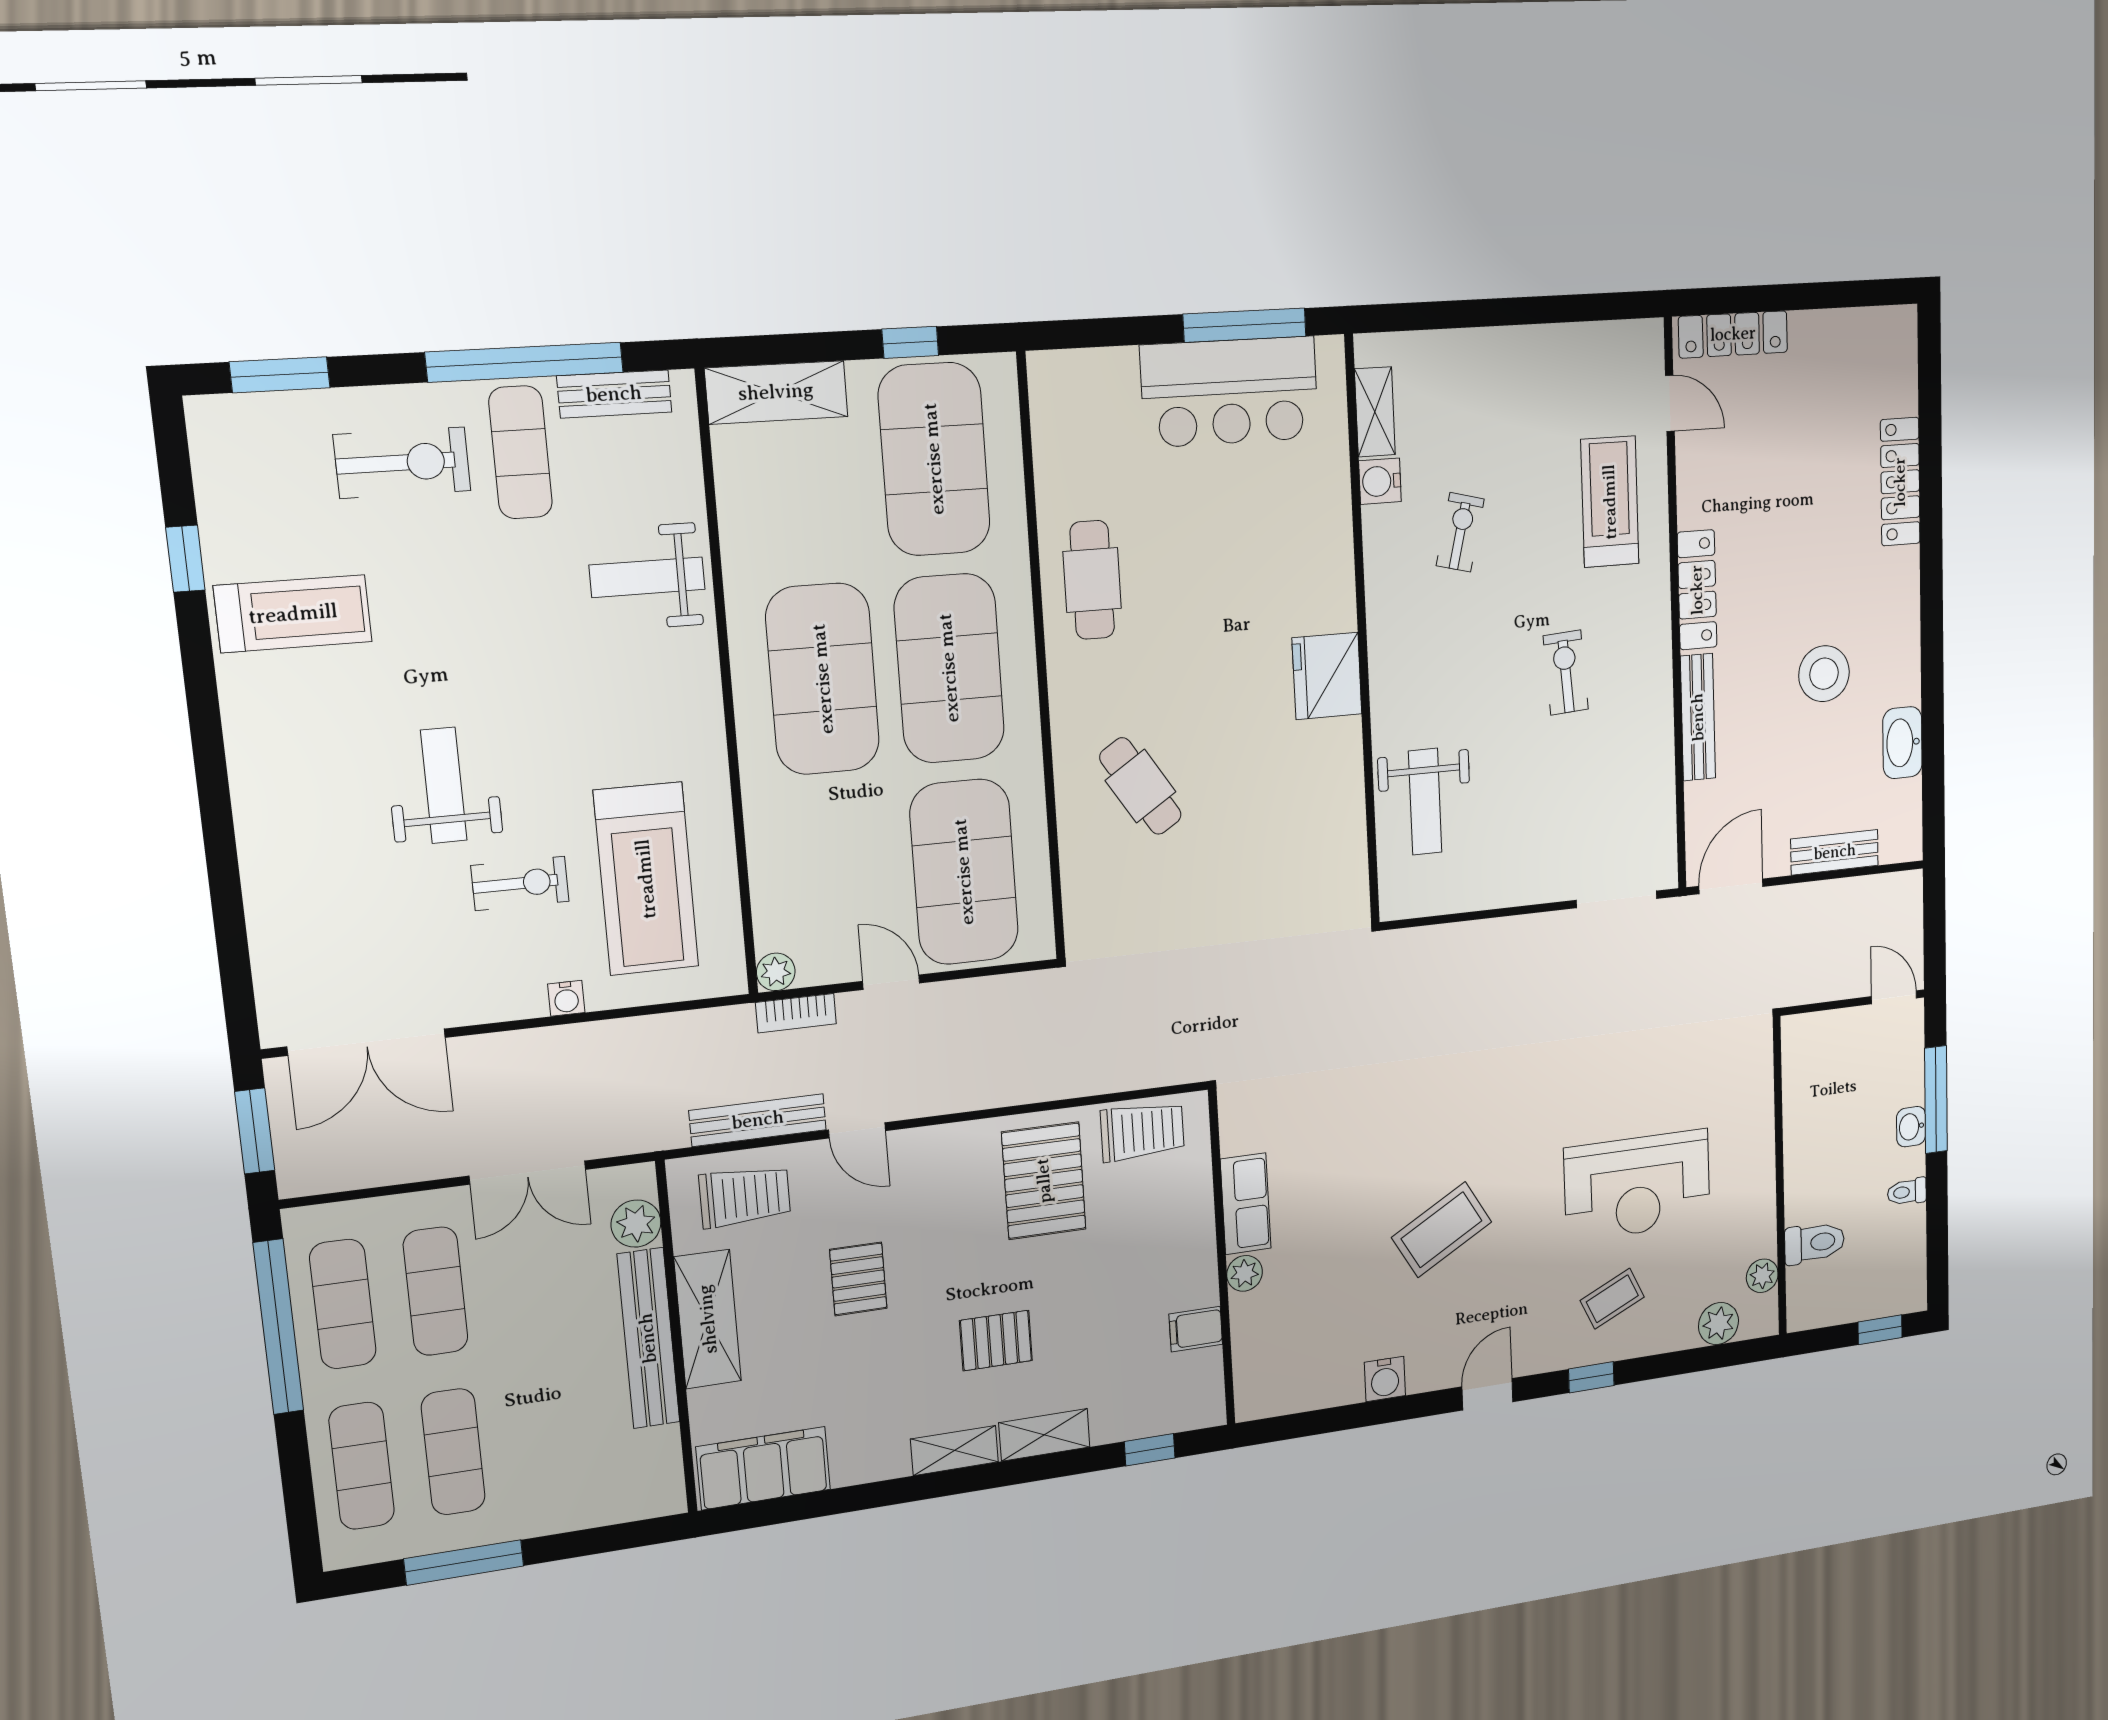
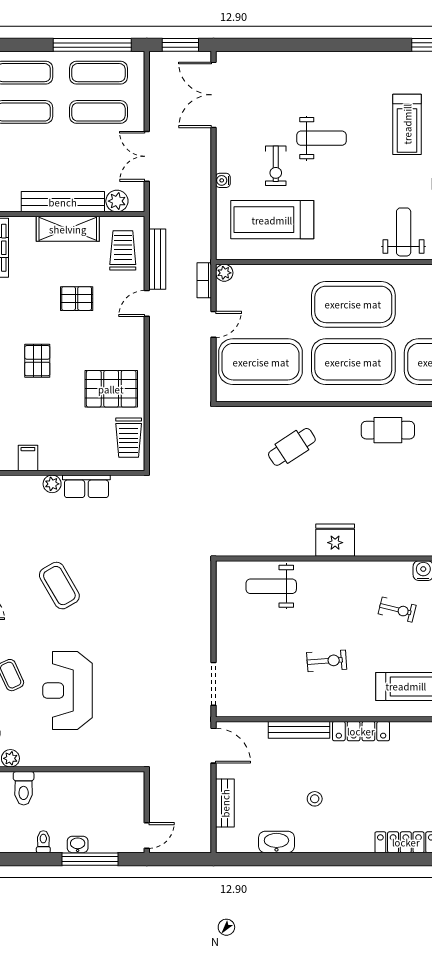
treadmill: (293, 614) -> (407, 124), moved
stool: (1824, 674) -> (315, 799), width x0.53, depth x0.53
trolley: (745, 1196) -> (123, 250), turned 180

